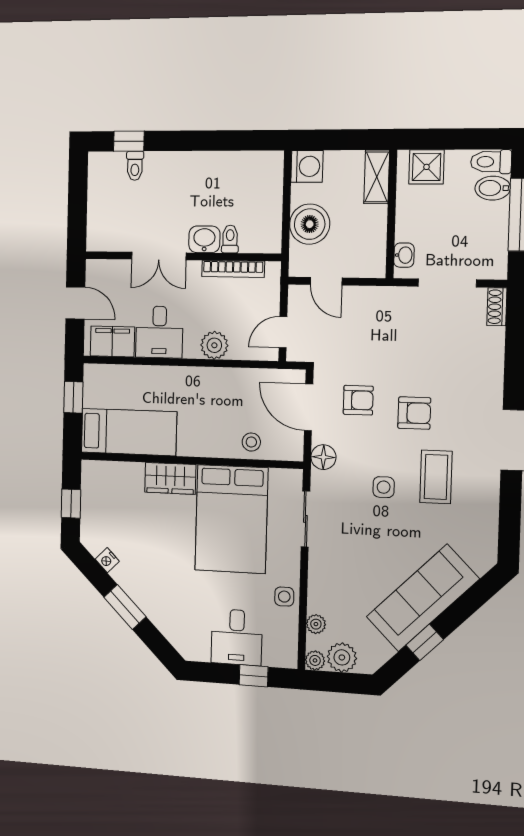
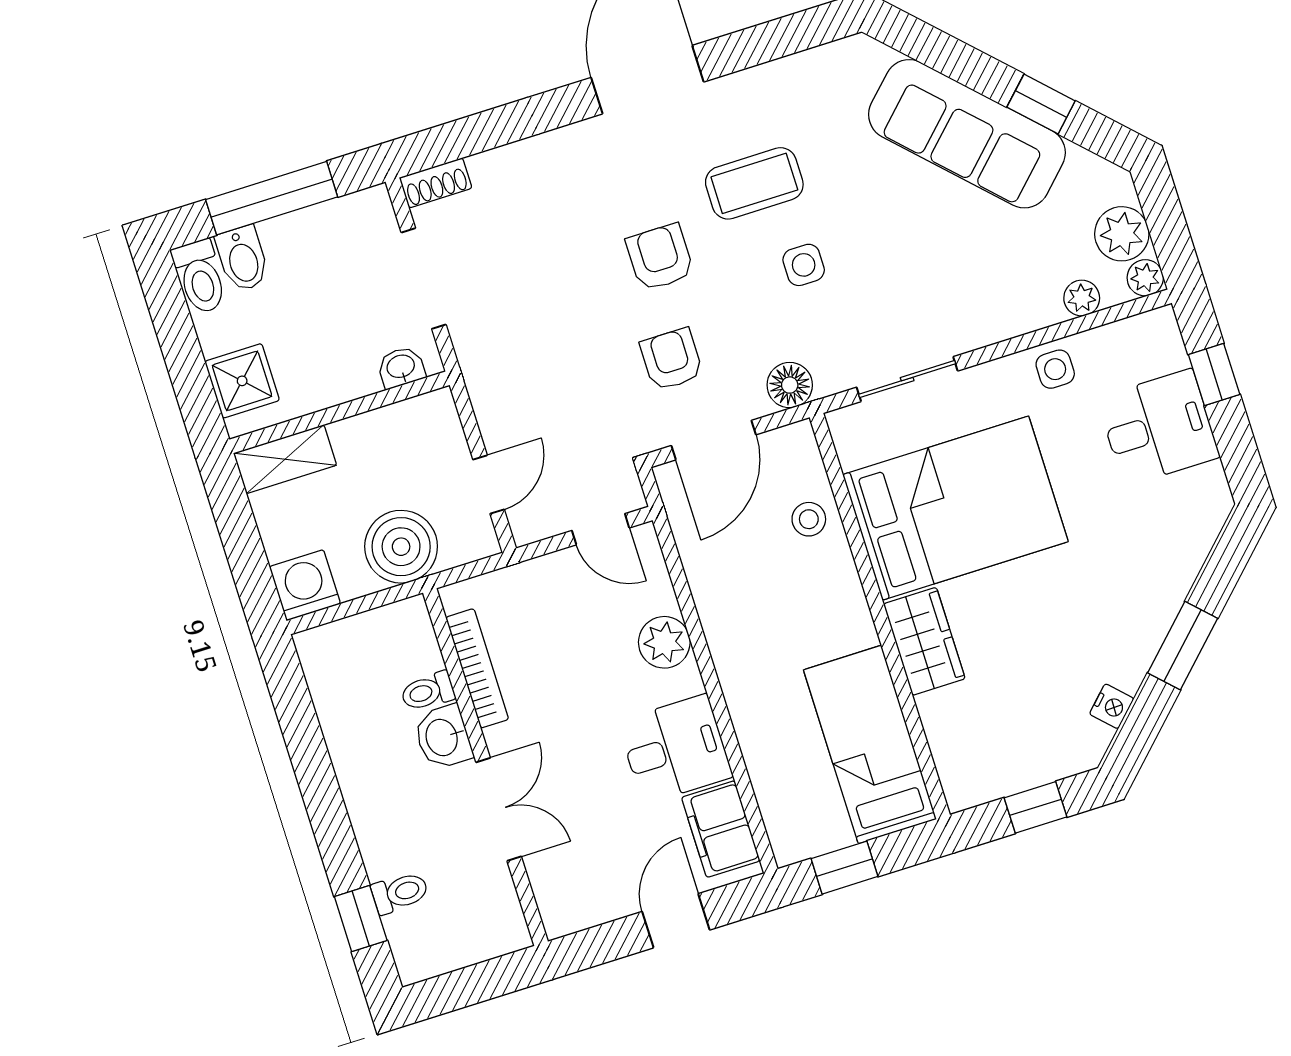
washbasin: (204, 239) -> (443, 737), moved
toilet: (230, 239) -> (428, 691), moved
double door: (159, 256) -> (499, 809), moved
wall: (182, 256) -> (485, 767), moved
bookcase: (233, 269) -> (477, 668), moved

